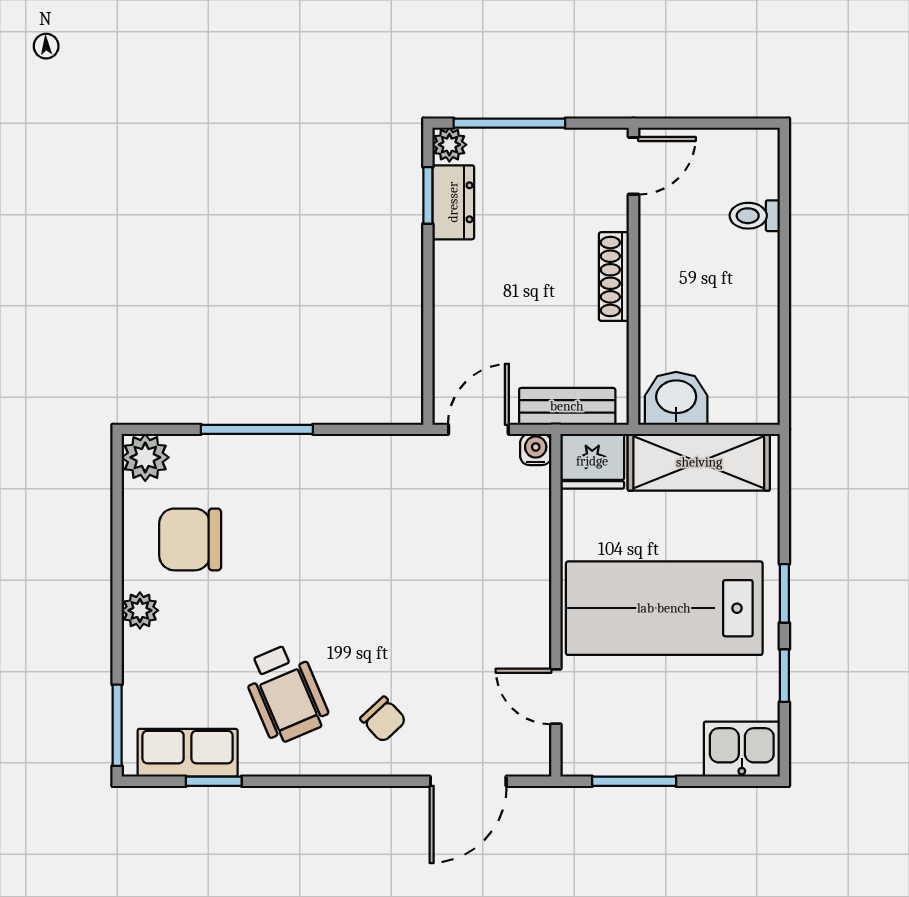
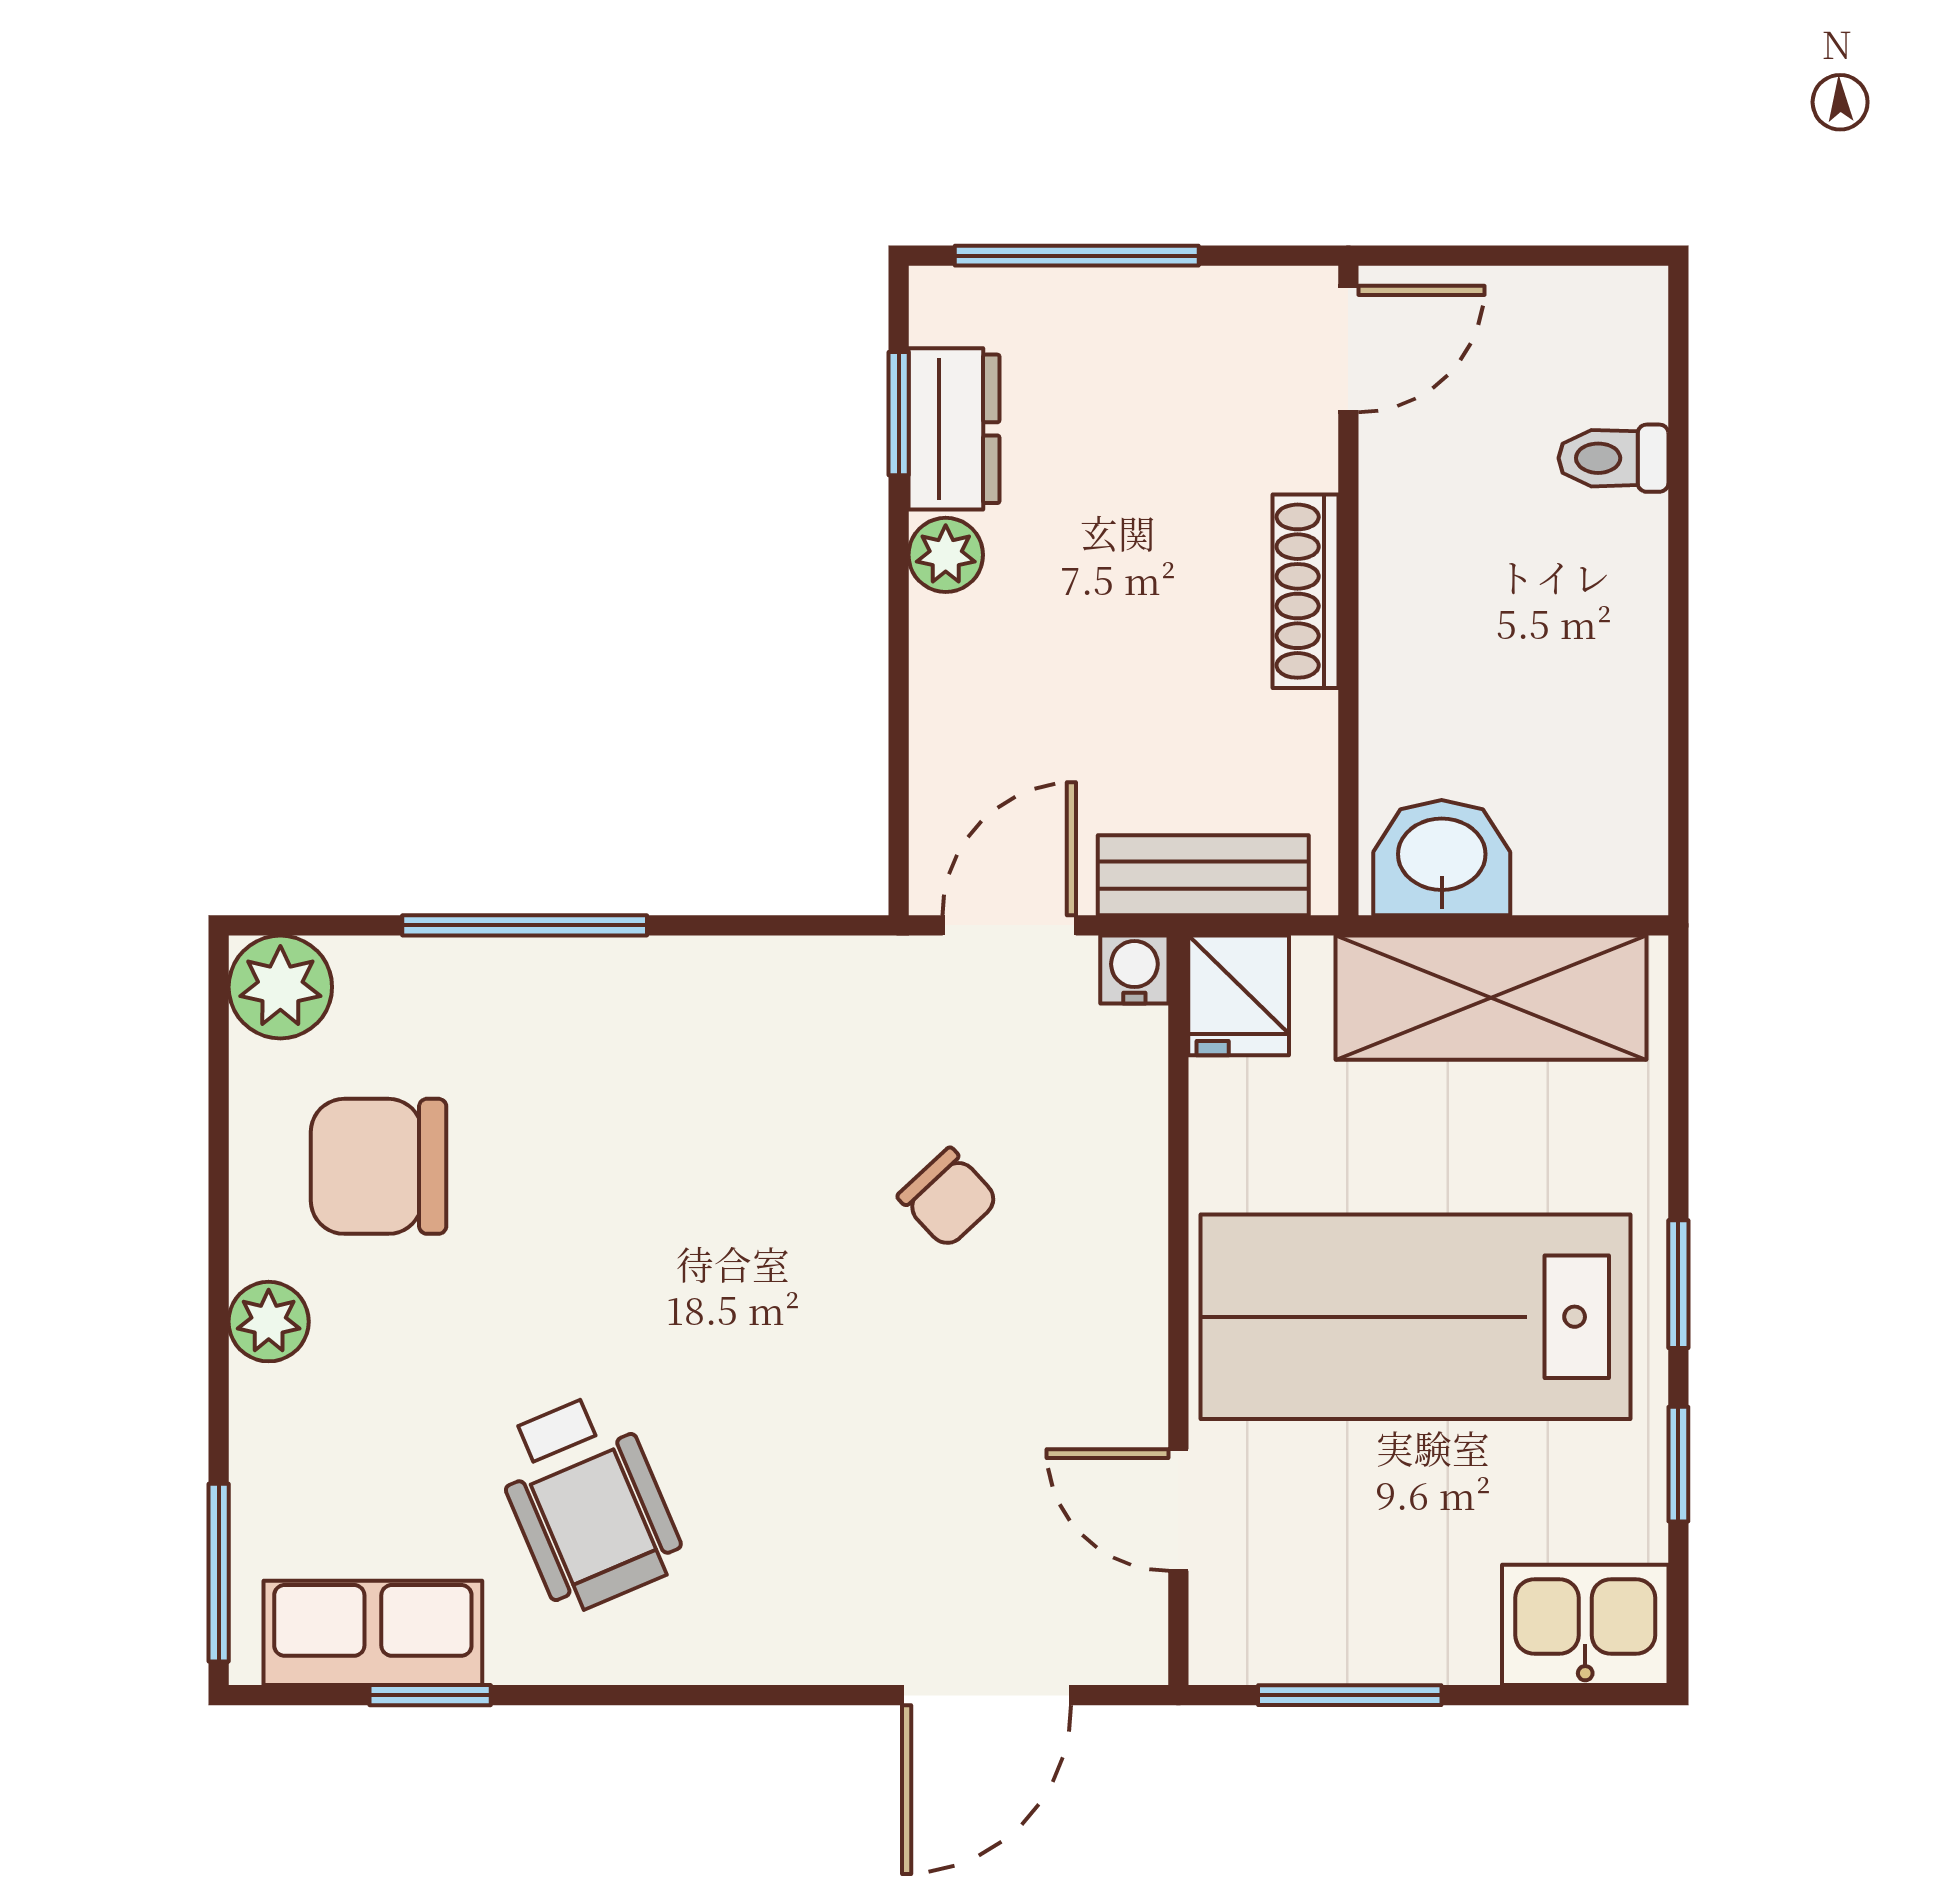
plant: (449, 145) -> (946, 555), moved
fridge: (592, 461) -> (1239, 995), width x0.72
chair: (383, 719) -> (948, 1198), moved

